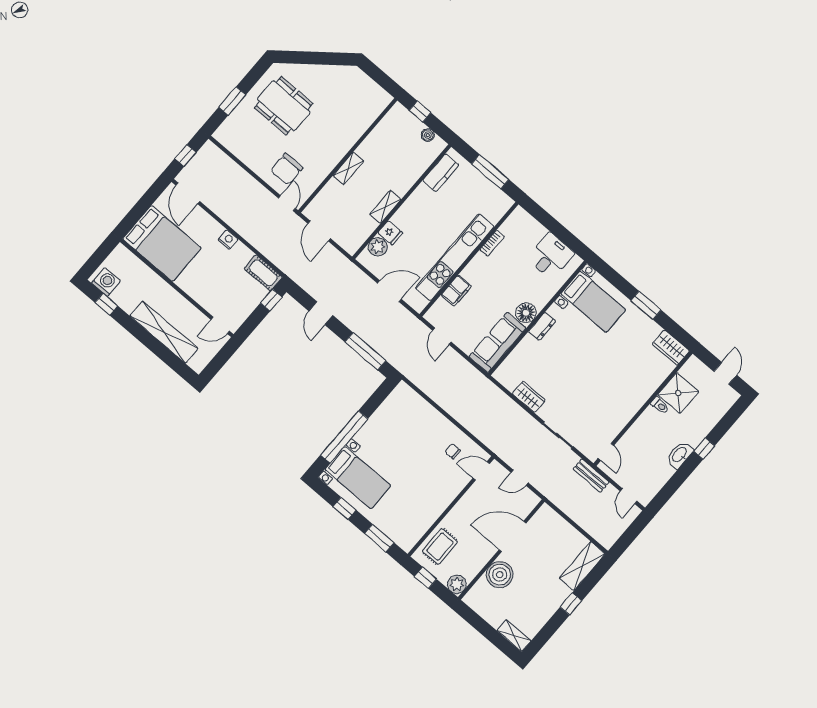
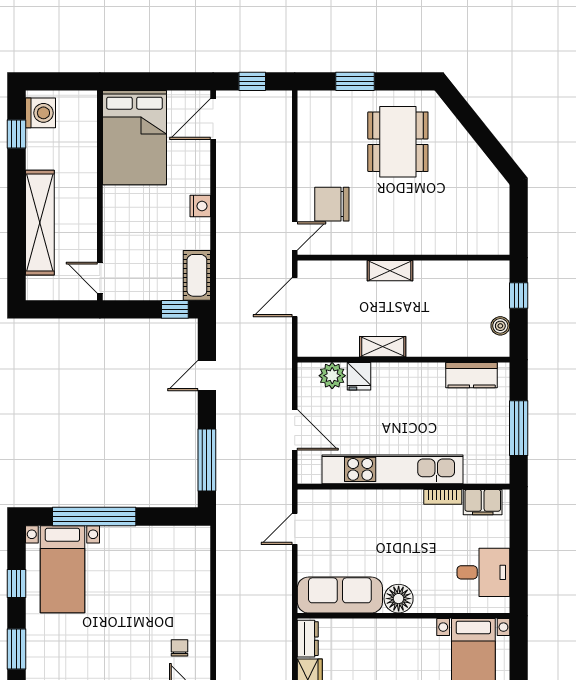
filing cabinet: (456, 291) -> (483, 502), moved
dresser: (542, 326) -> (308, 639), moved, turned -90

